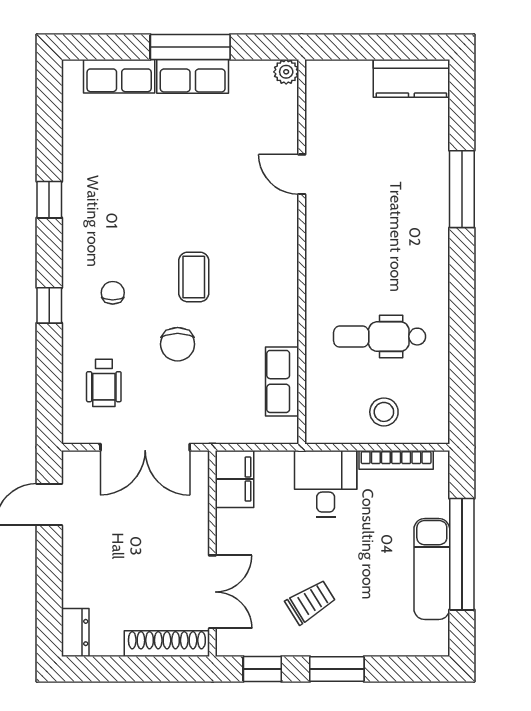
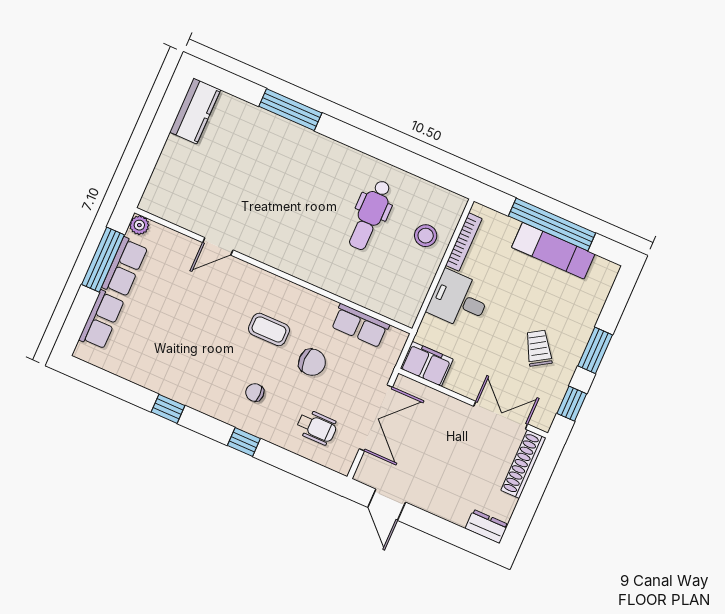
plant: (286, 72) -> (139, 225), moved
door: (302, 174) -> (218, 246), moved
wall: (302, 252) -> (273, 271), moved
row of seats: (282, 381) -> (360, 326), moved

